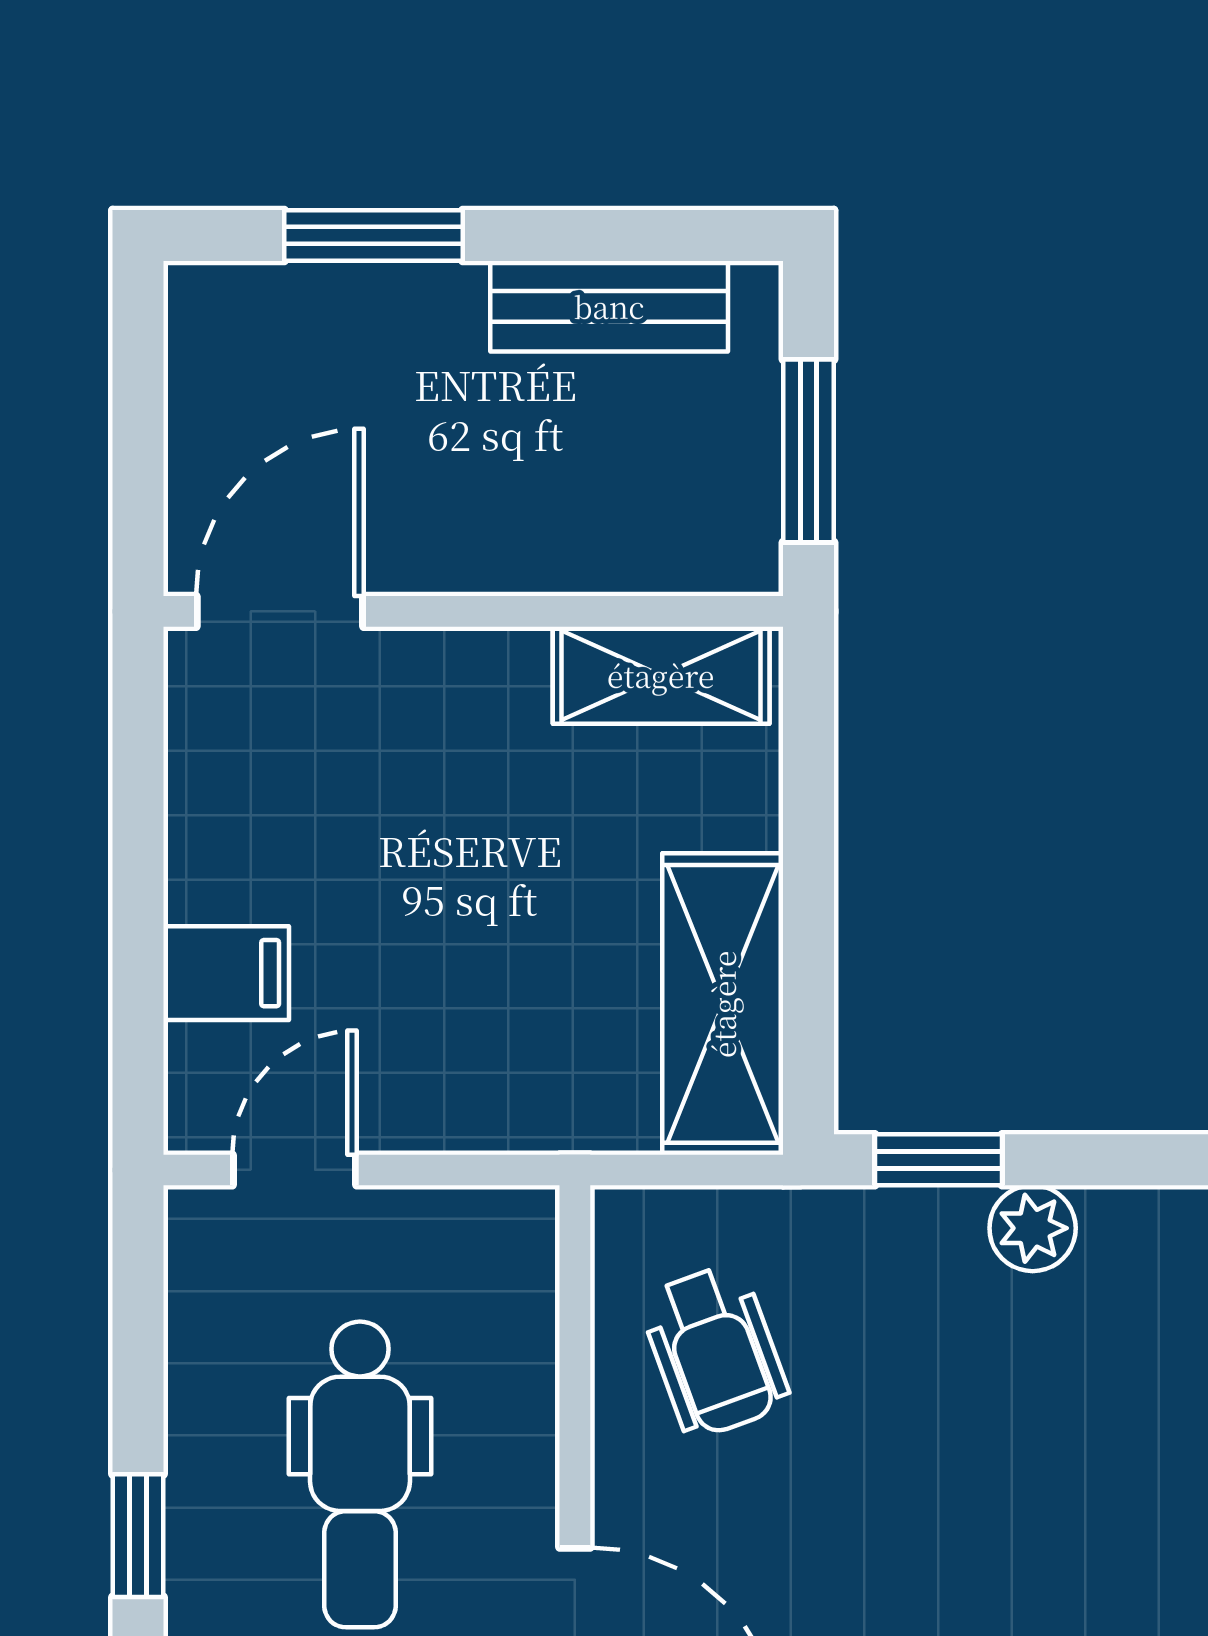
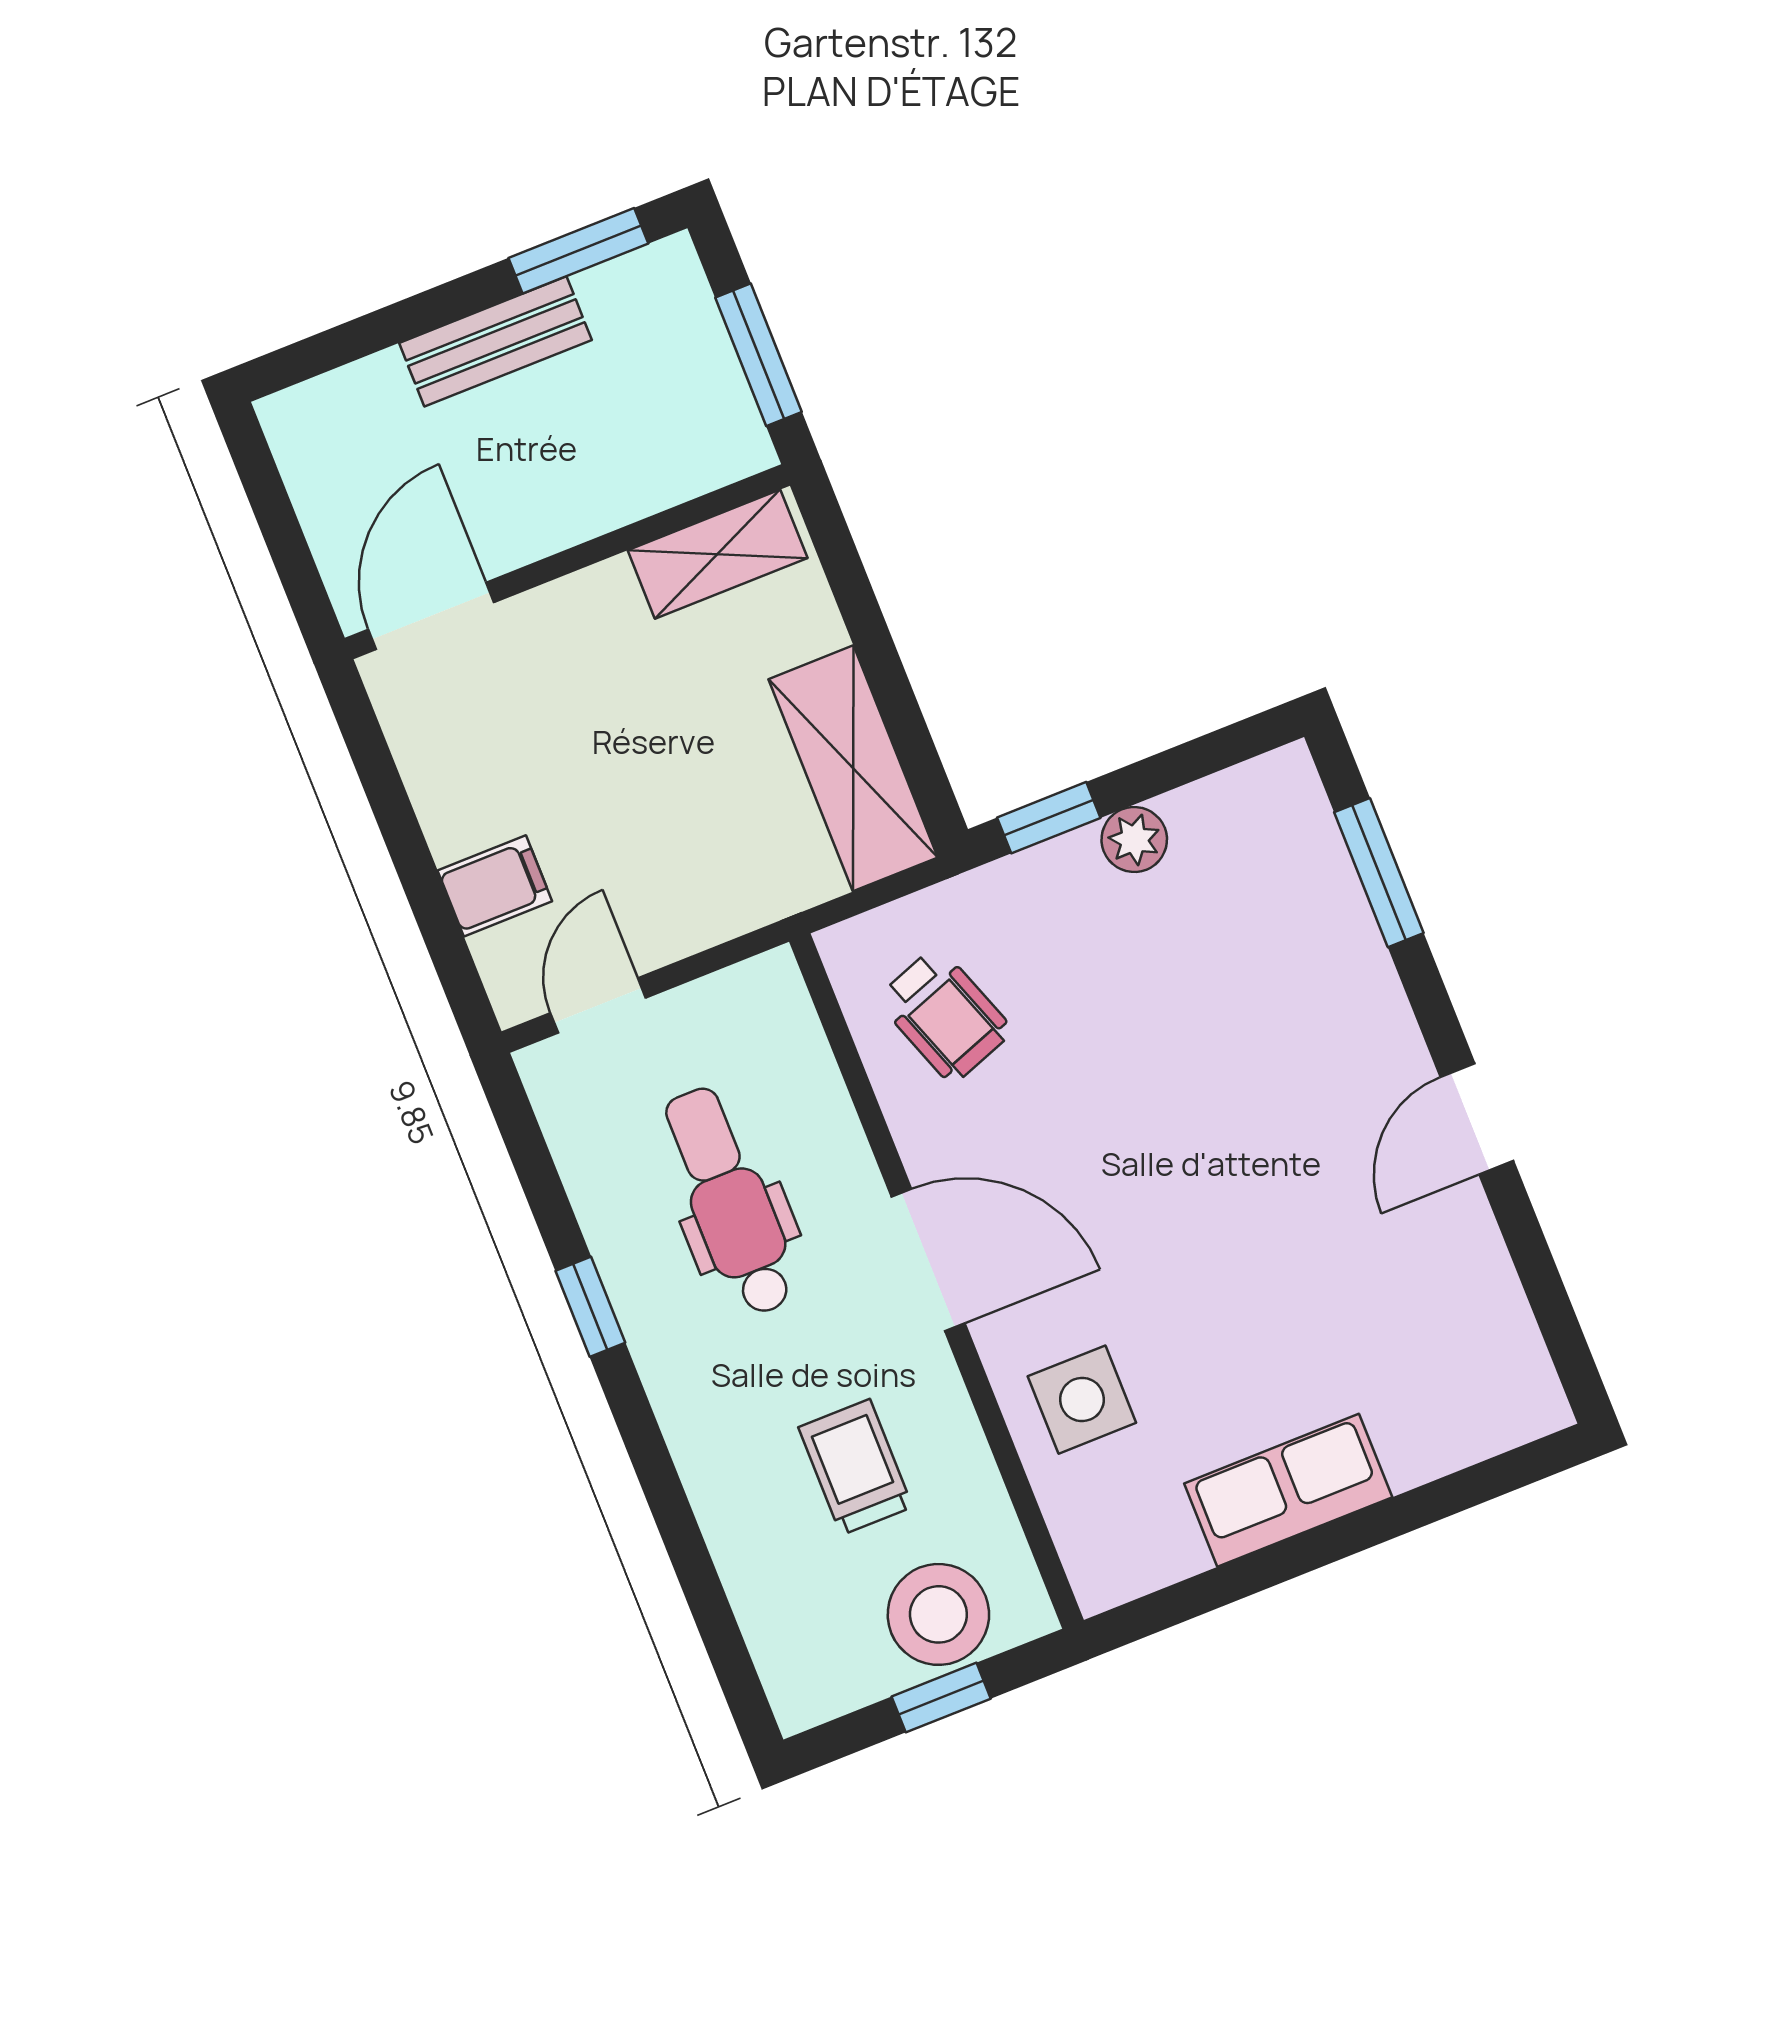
window: (374, 235) -> (578, 251), moved
bench: (609, 306) -> (495, 341), moved
dental chair: (360, 1474) -> (730, 1201), turned 180

